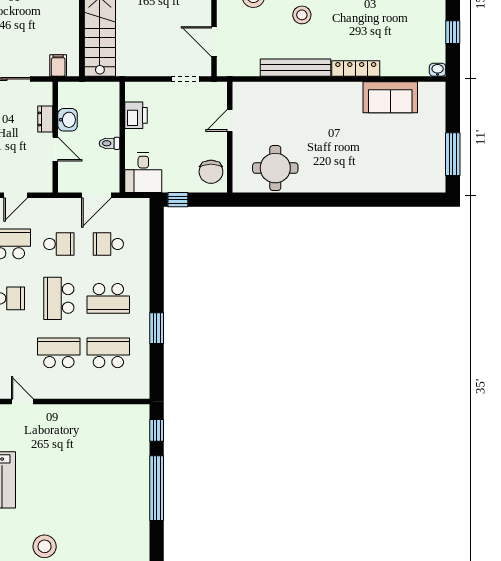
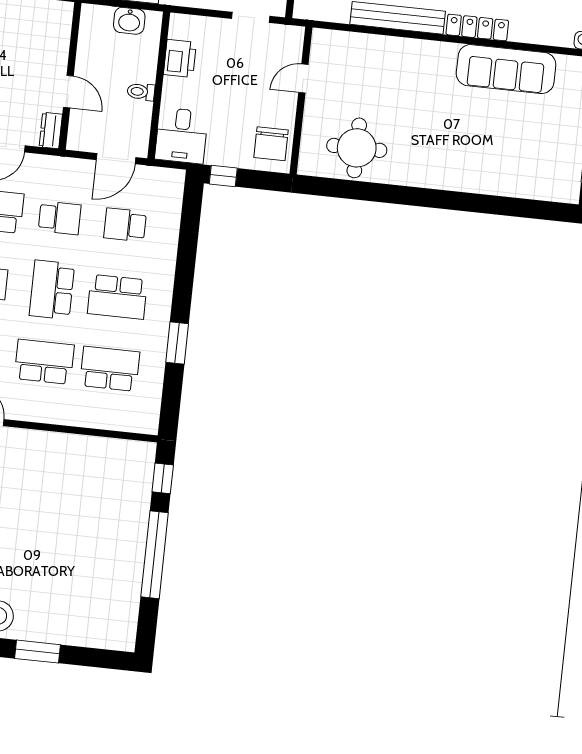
sofa: (390, 97) -> (506, 69), width x1.36
dresser: (45, 119) -> (51, 131), moved
washbasin: (68, 120) -> (129, 21), moved, turned 90

